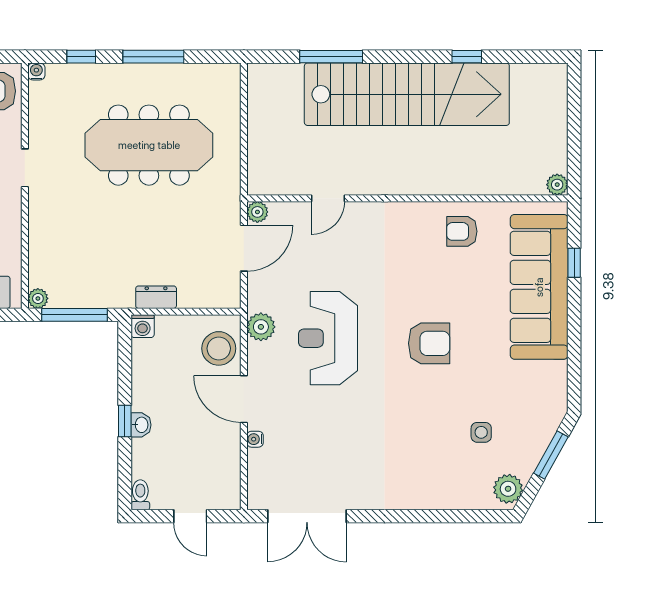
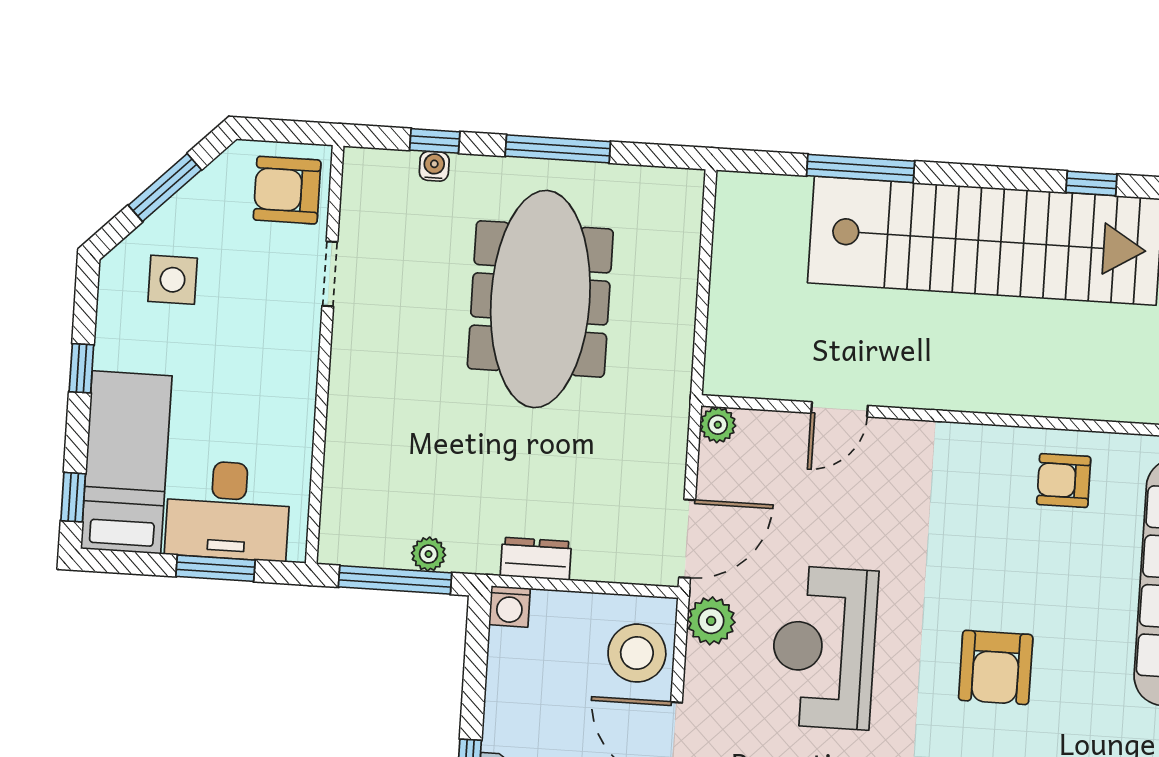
water cooler: (36, 71) -> (434, 166), moved
meeting table: (149, 145) -> (540, 299), turned 90
doorway: (25, 168) -> (330, 274), moved
door: (244, 248) -> (687, 539), moved
plant: (38, 298) -> (429, 554), moved
armchair: (429, 343) -> (996, 667), turned 90

